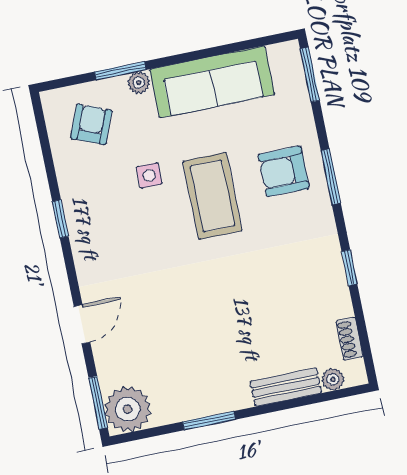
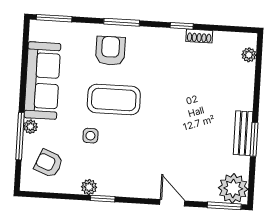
window: (120, 71) -> (20, 136), width x1.44
armchair: (284, 171) -> (110, 51), turned 180
plant: (72, 194) -> (89, 187), added
shoe rack: (350, 339) -> (199, 36), moved
bench: (286, 387) -> (243, 133), moved

